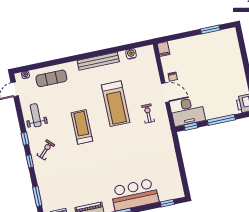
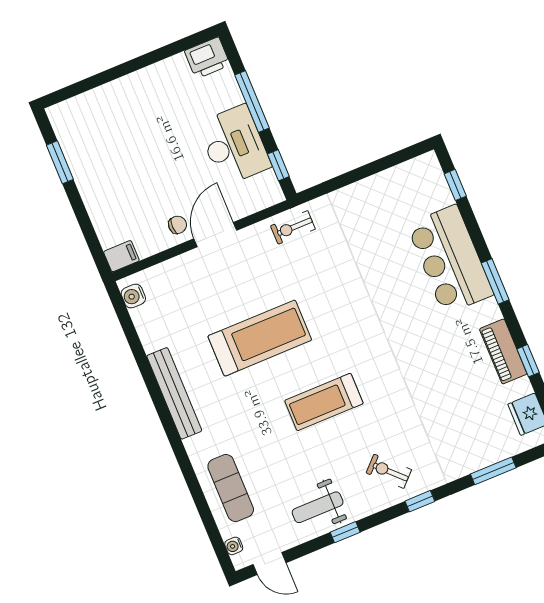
water cooler: (131, 54) -> (133, 296), moved
desk: (188, 112) -> (234, 145), moved
exercise bike: (148, 114) -> (293, 227), moved
window: (25, 139) -> (345, 532), moved

